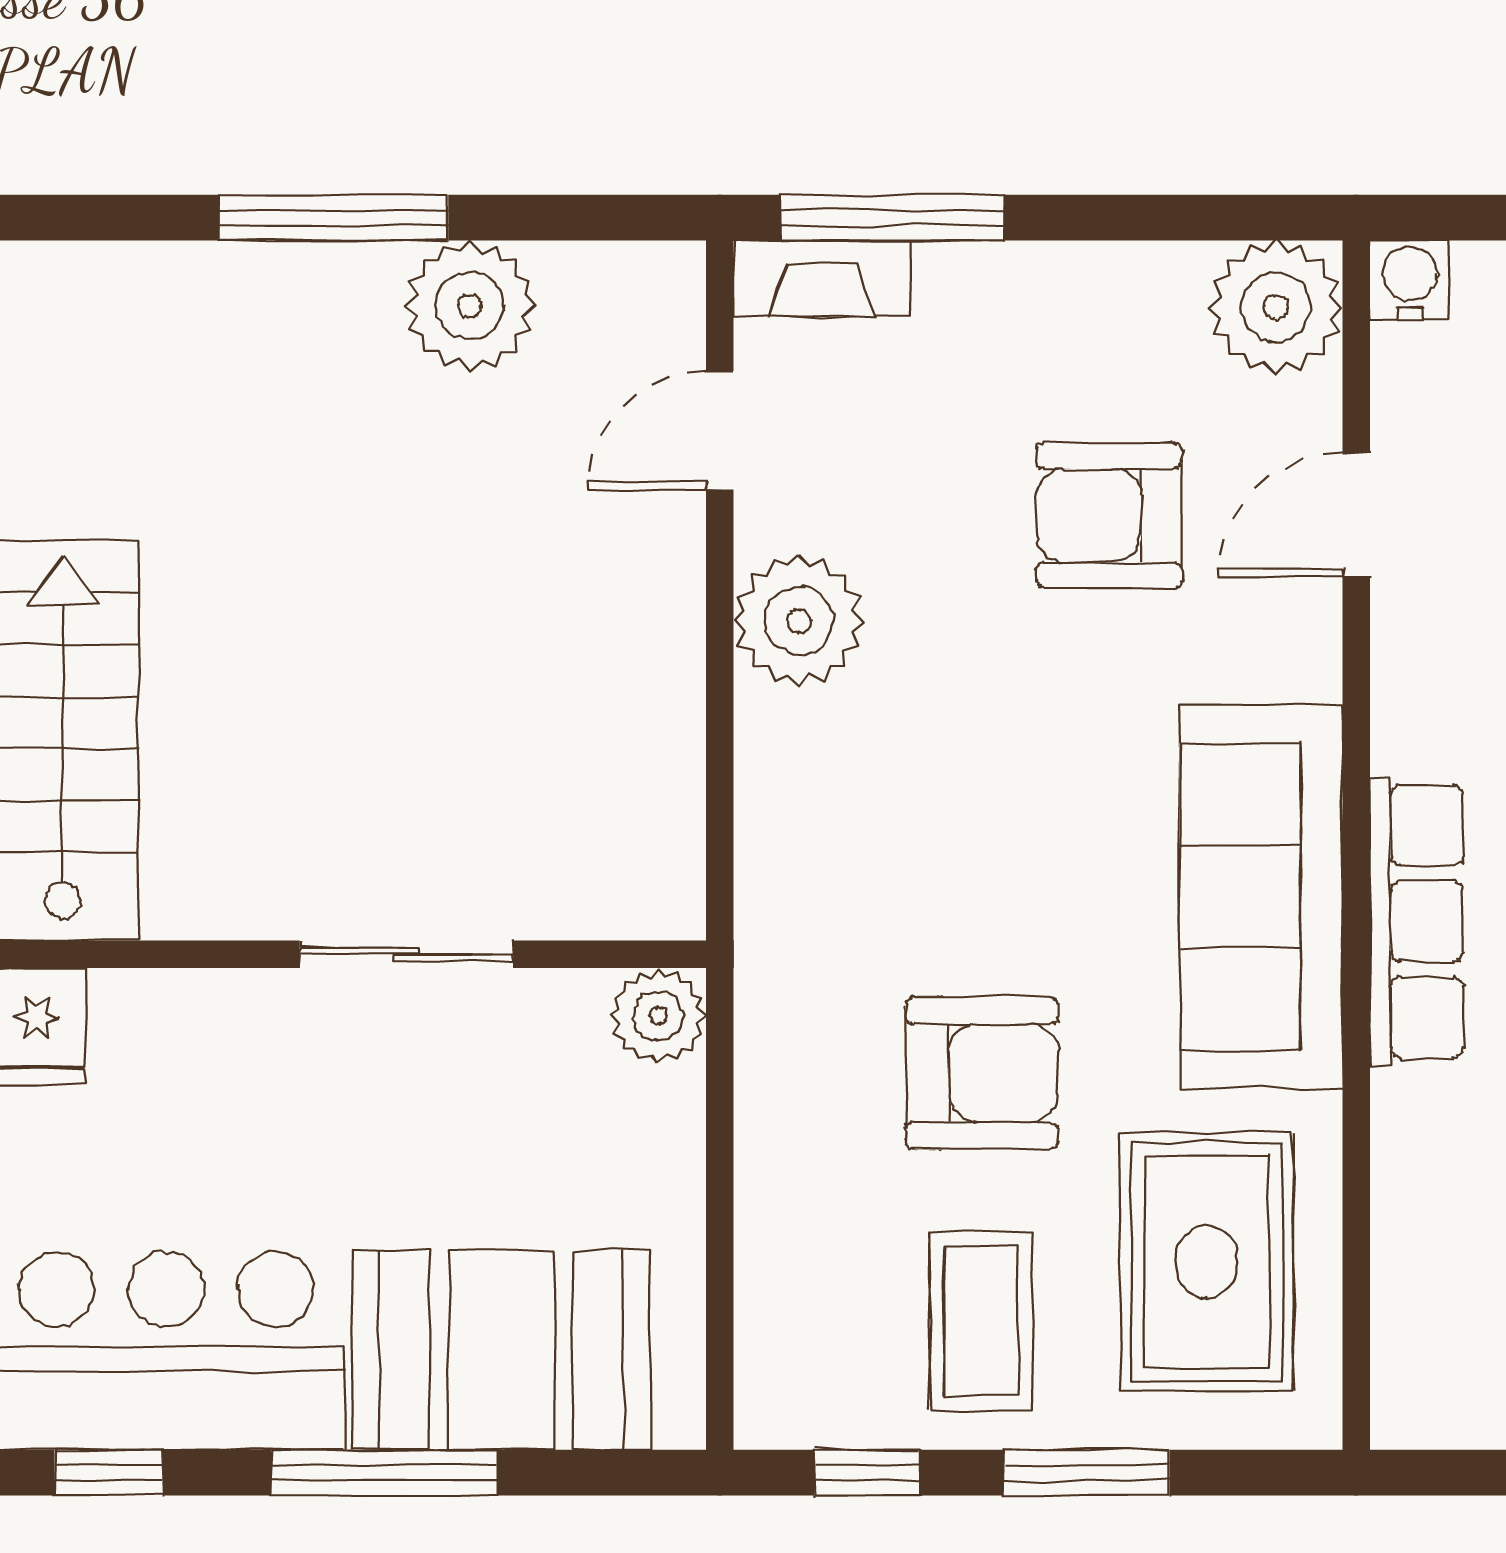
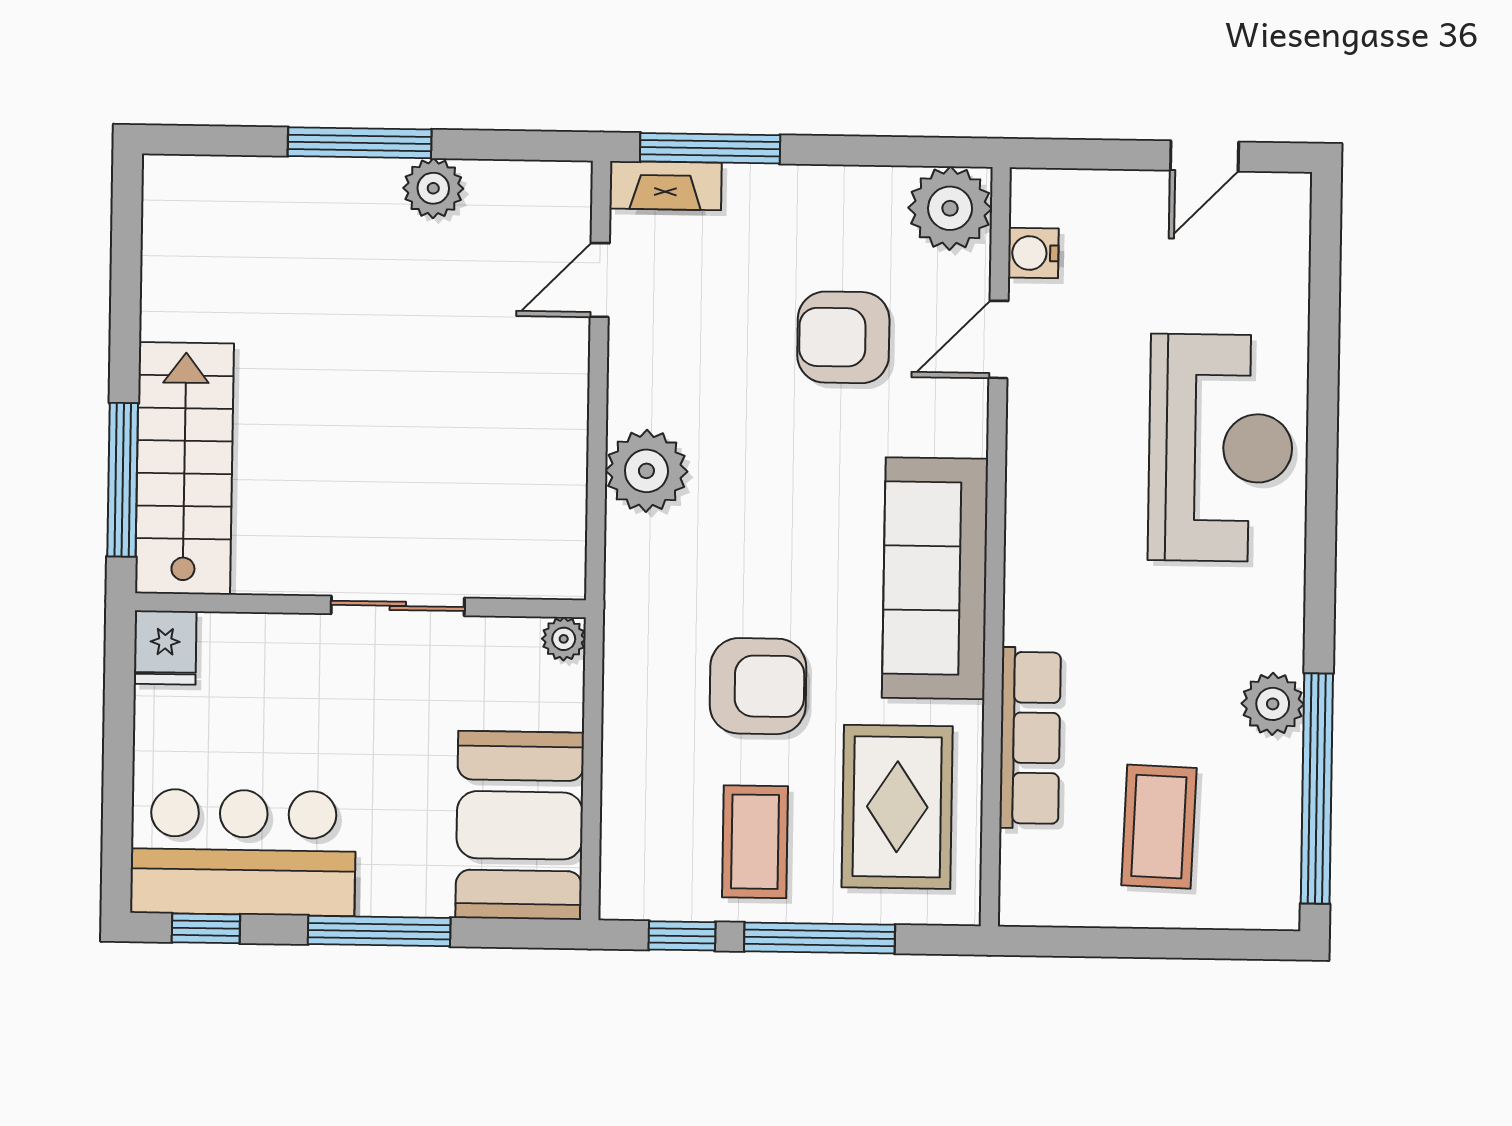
water cooler: (1410, 280) -> (1033, 253), moved, turned -90
plant: (470, 306) -> (433, 188), width x0.73, depth x0.73
plant: (799, 621) -> (646, 471), moved
row of seats: (1417, 921) -> (1030, 738), moved
plant: (658, 1016) -> (564, 639), width x0.73, depth x0.73
booth: (501, 1350) -> (520, 825), moved, turned 90
window: (1086, 1473) -> (820, 938), width x1.44

